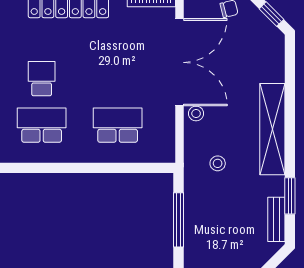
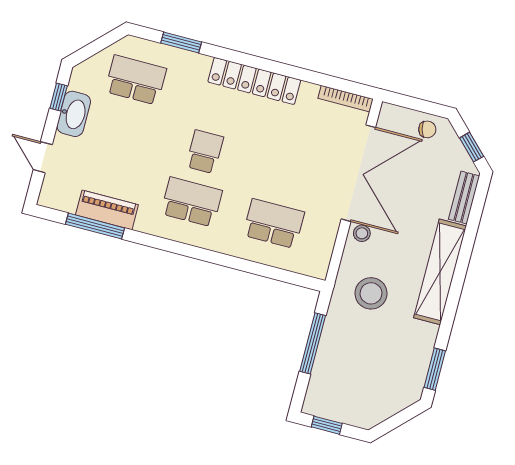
stool: (218, 163) -> (371, 293), width x1.89, depth x1.89
window: (290, 196) -> (435, 369), moved
bench: (276, 219) -> (464, 198), moved

